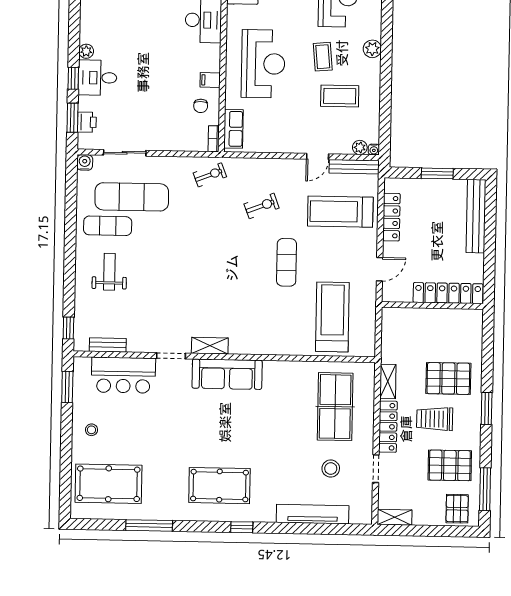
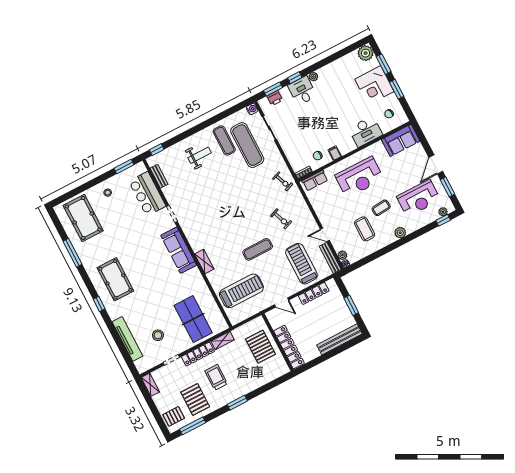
shelving: (210, 346) -> (204, 261), moved
pallet: (448, 378) -> (261, 347), moved
table tennis table: (335, 407) -> (193, 319), turned 90

